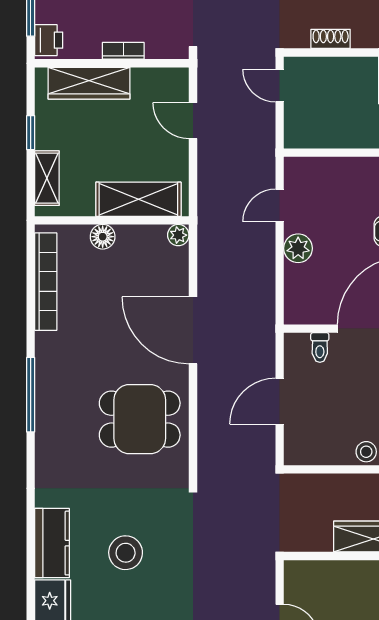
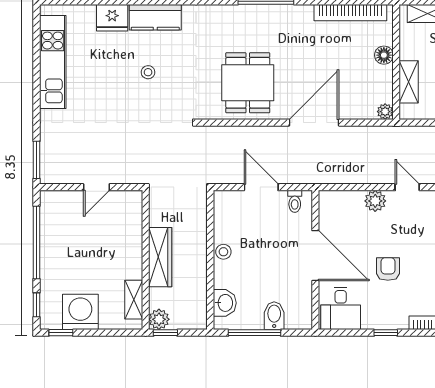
shelving: (138, 199) -> (409, 82), width x0.67, depth x0.75
toilet: (320, 348) -> (295, 201), moved, turned -90
stool: (126, 553) -> (148, 72), width x0.53, depth x0.53

